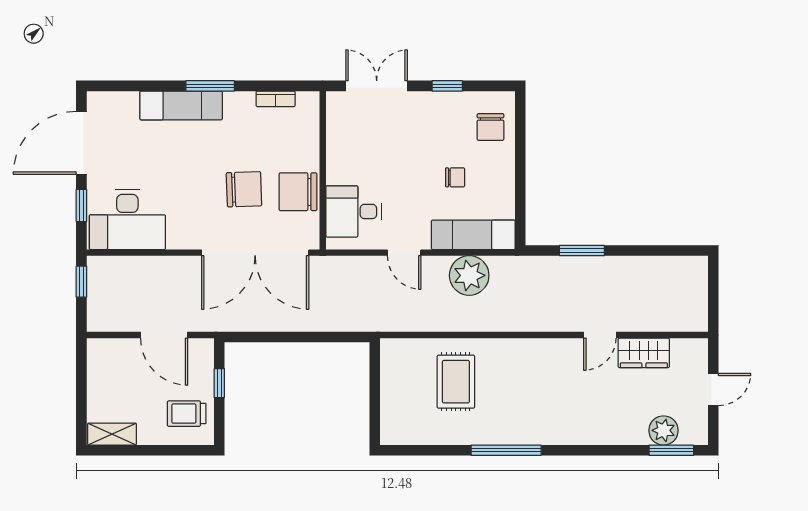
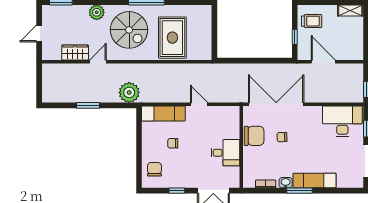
washbasin: (237, 101) -> (286, 183), added
chair: (244, 189) -> (282, 137), width x0.54, depth x0.54
desk: (353, 211) -> (225, 153), moved
window: (582, 251) -> (88, 105), moved
plant: (469, 275) -> (129, 92), moved
rug: (456, 382) -> (172, 38), width x1.36, depth x1.43
spiral stairs: (540, 396) -> (129, 30), added
plant: (663, 430) -> (97, 12), moved

